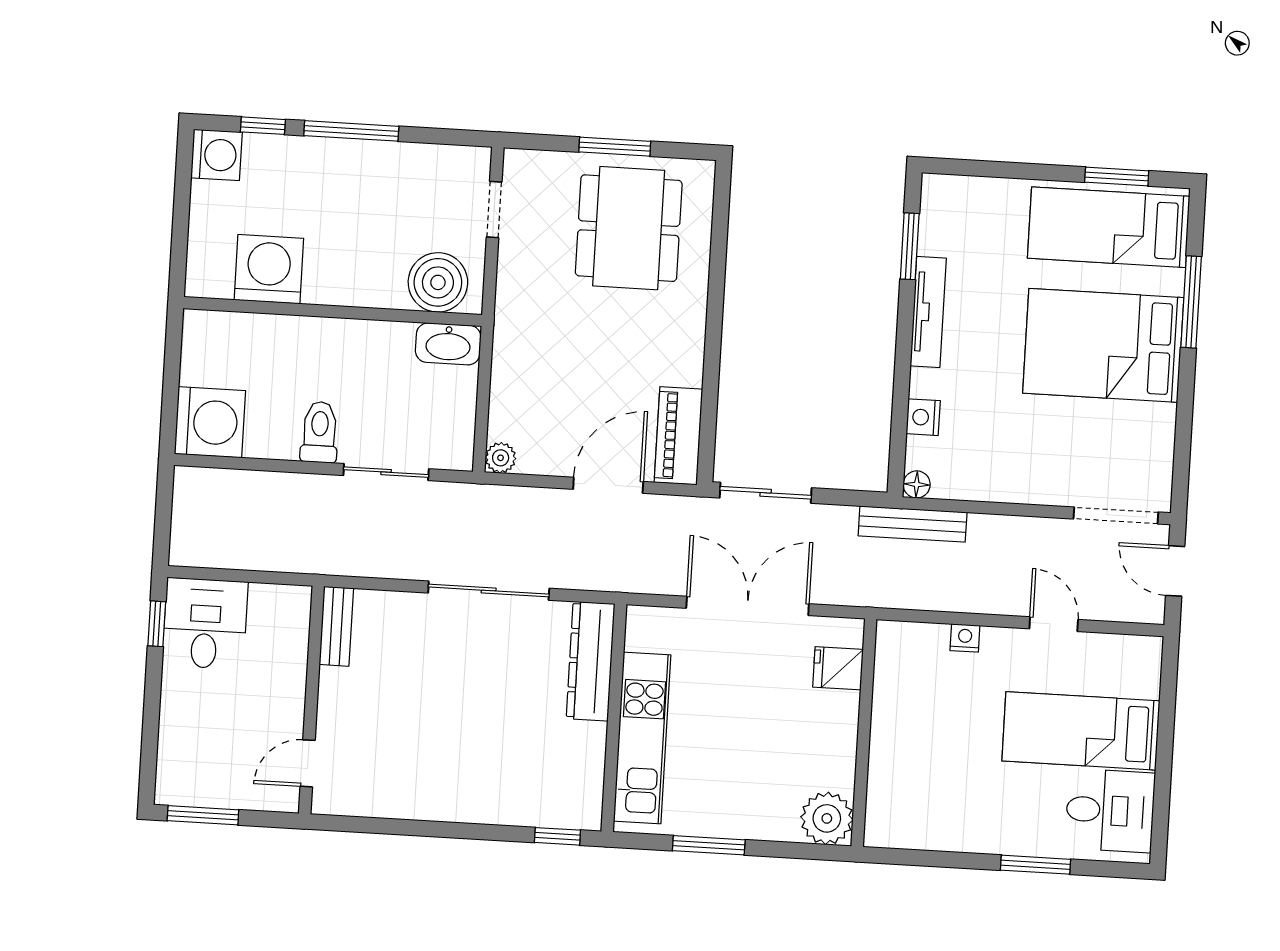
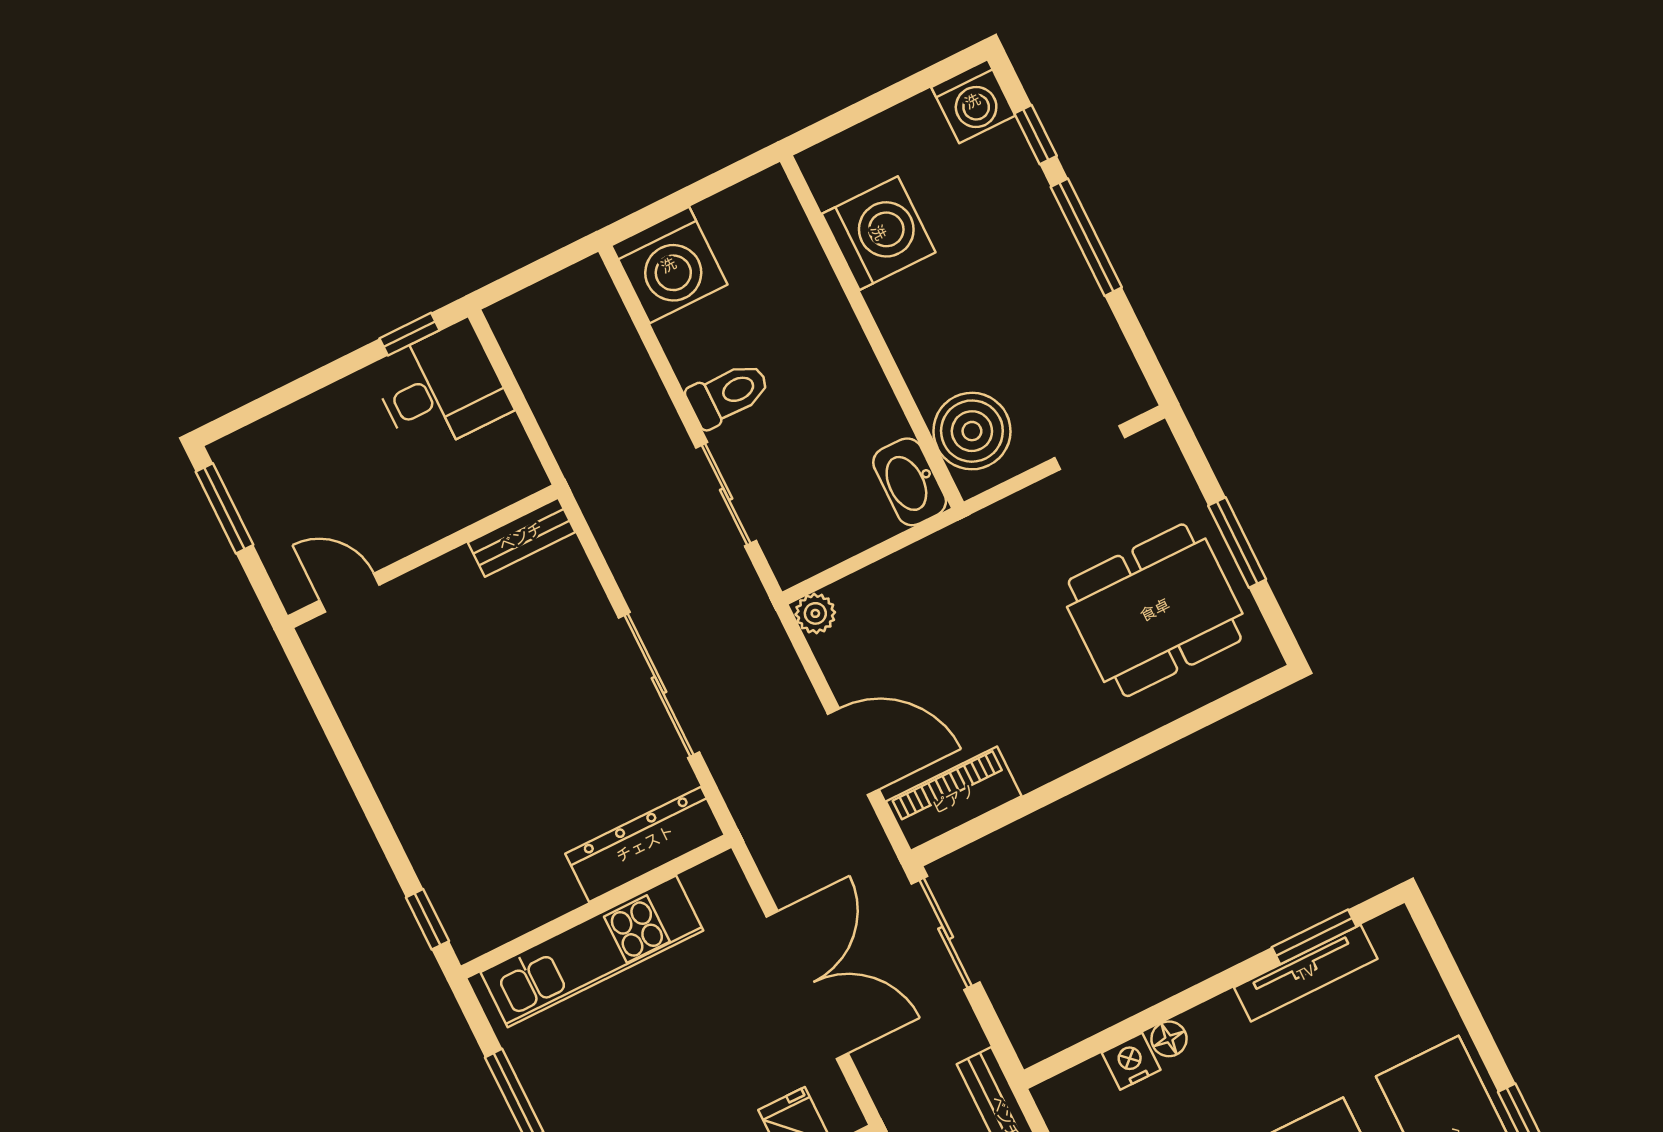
tv unit: (928, 312) -> (1306, 973), moved
floor lamp: (917, 484) -> (1169, 1039), moved

